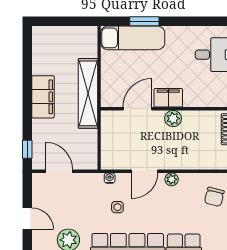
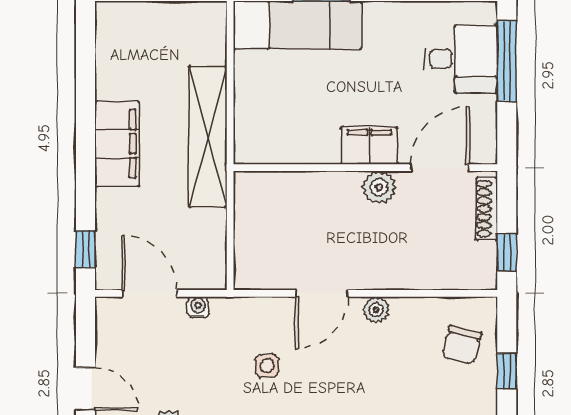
door: (138, 109) -> (440, 168), moved
water cooler: (110, 178) -> (198, 307), moved

